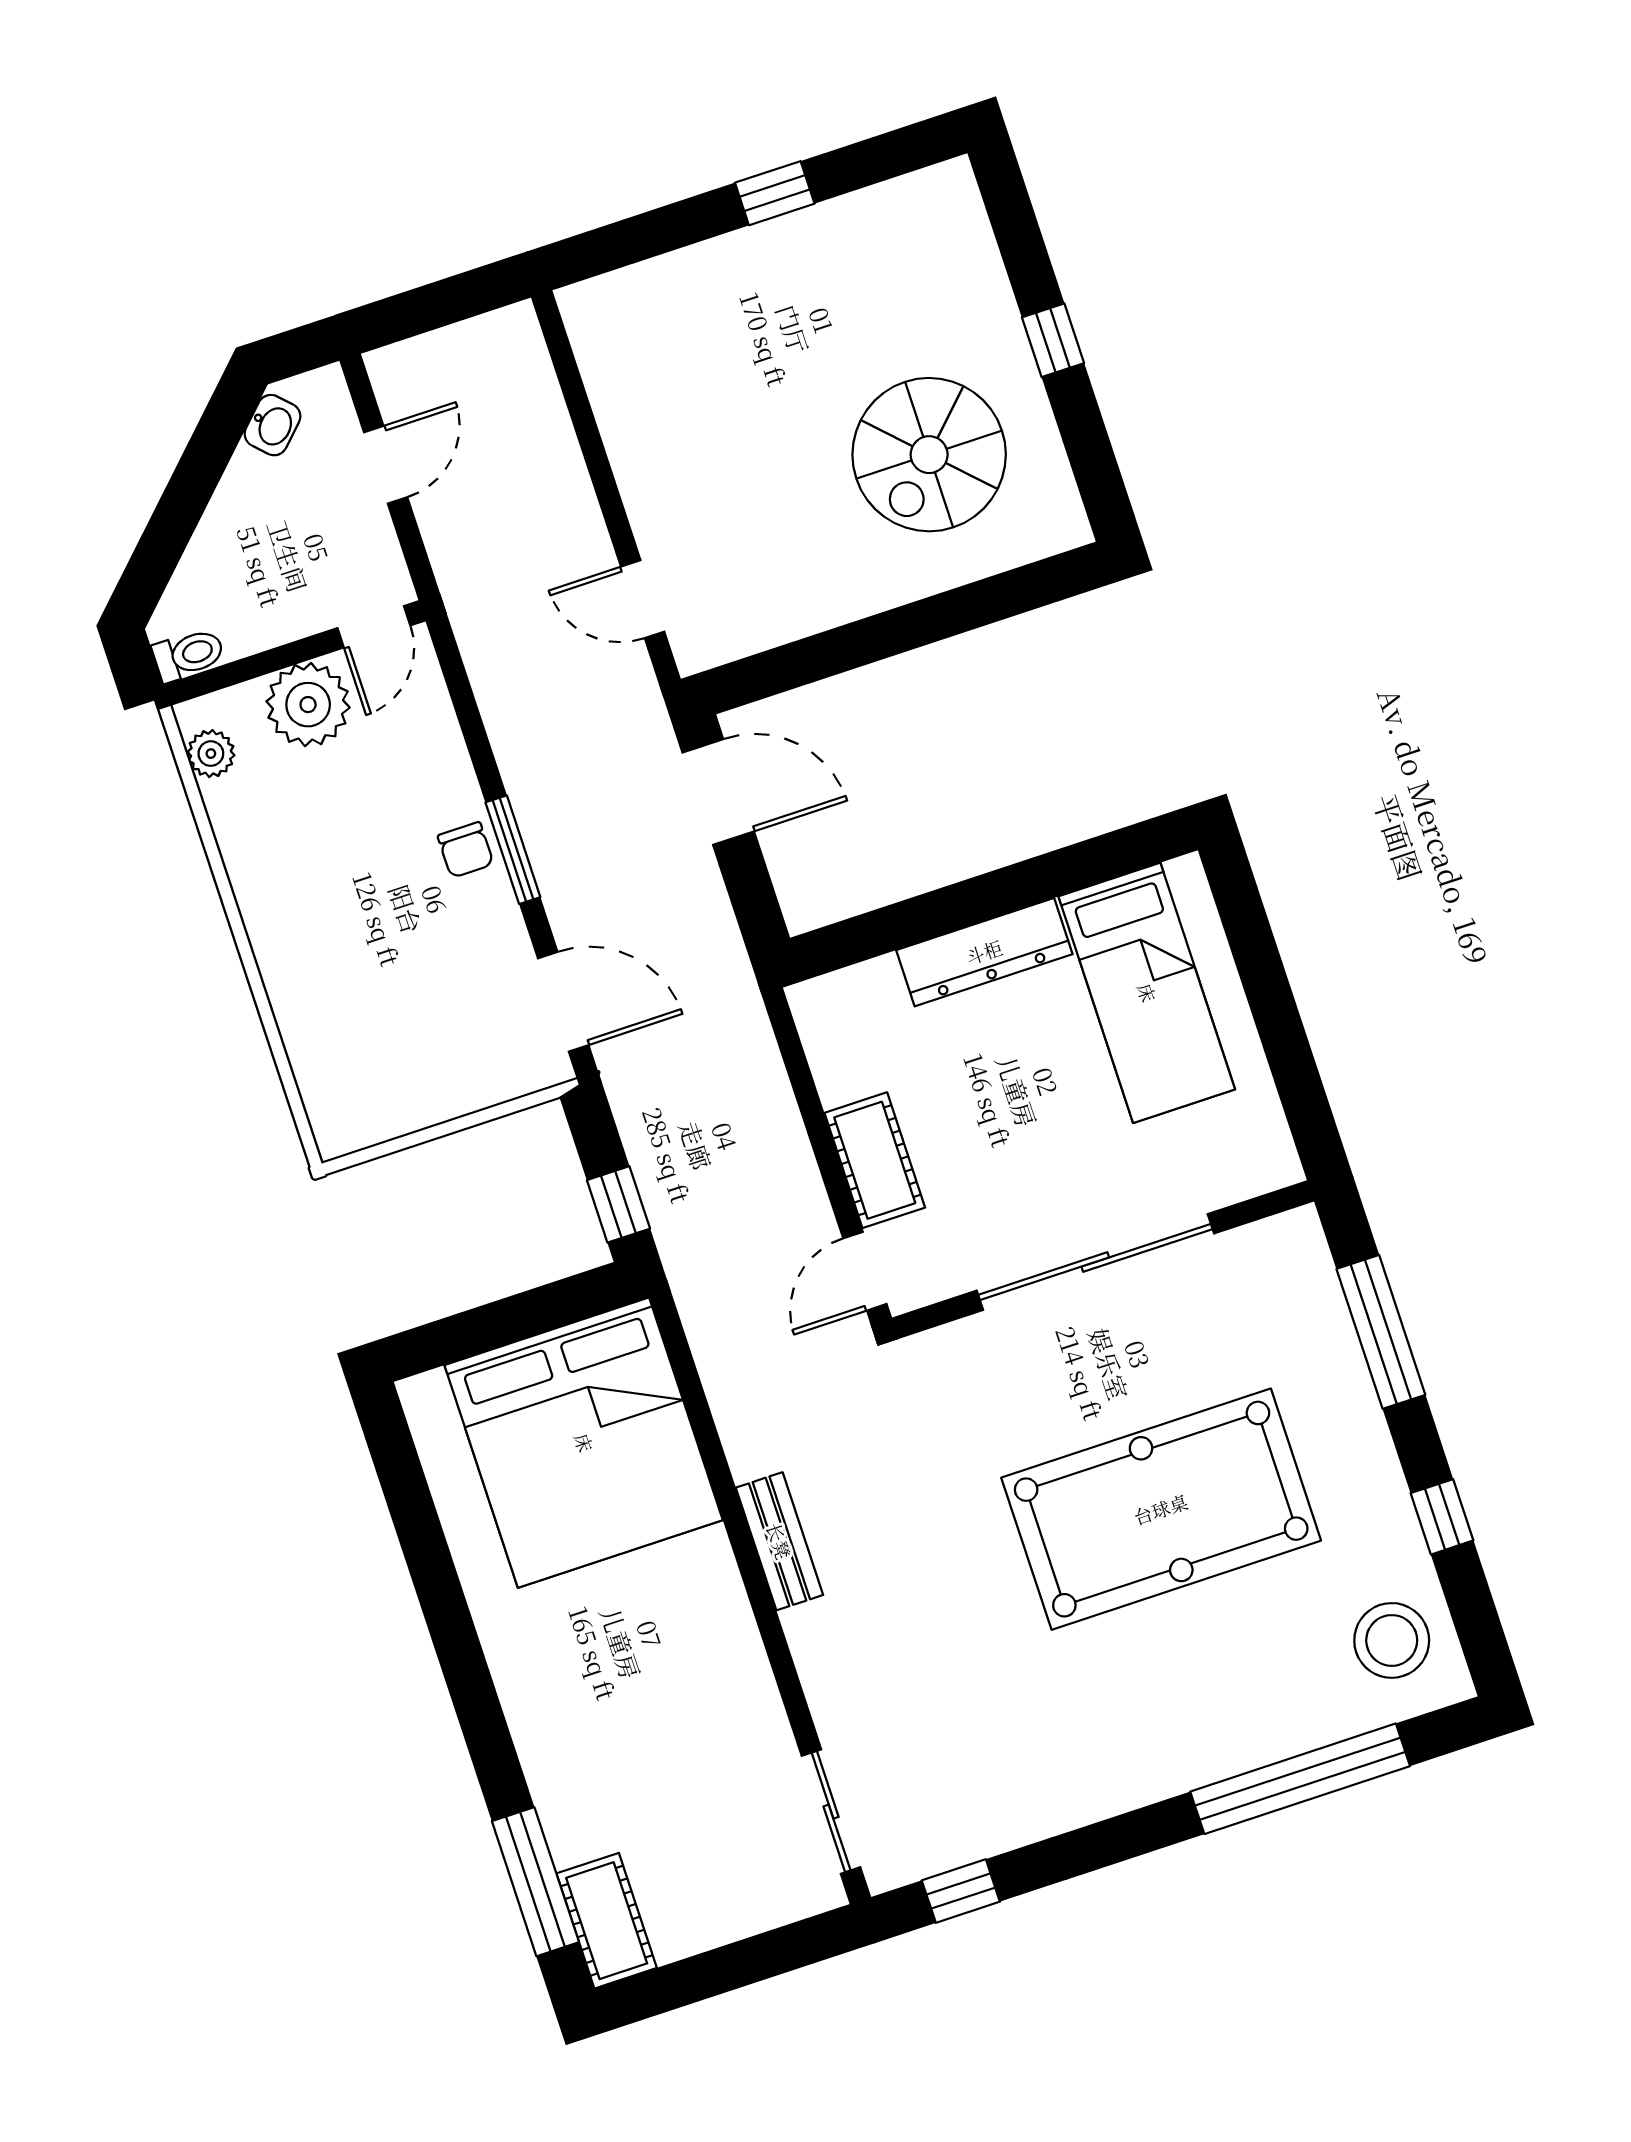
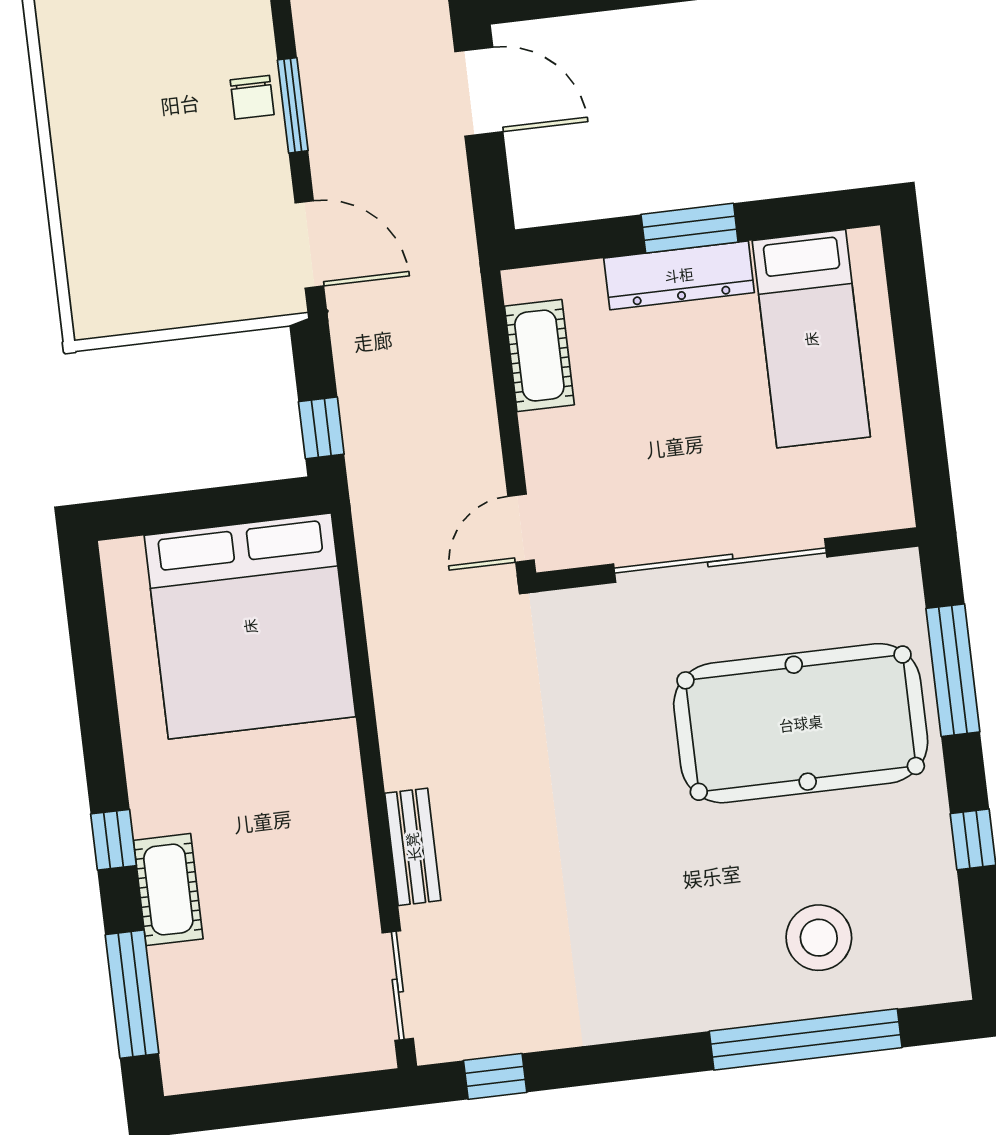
window: (985, 897) -> (690, 228), added
cot: (875, 1160) -> (539, 356), moved
pool table: (1161, 1509) -> (801, 723), moved
bench: (779, 1541) -> (413, 847), moved
stool: (1392, 1640) -> (819, 938), moved
window: (480, 1713) -> (114, 840), added
cot: (607, 1921) -> (168, 890), moved

